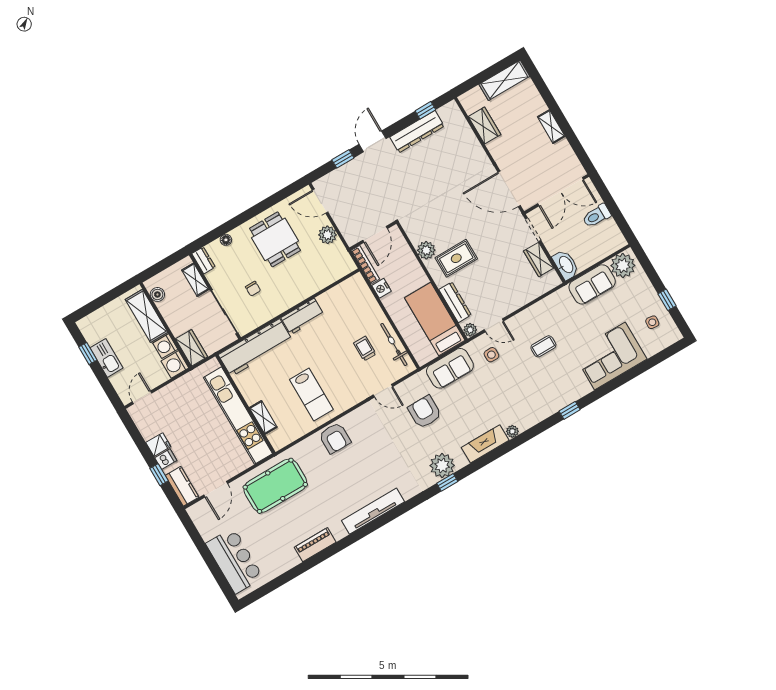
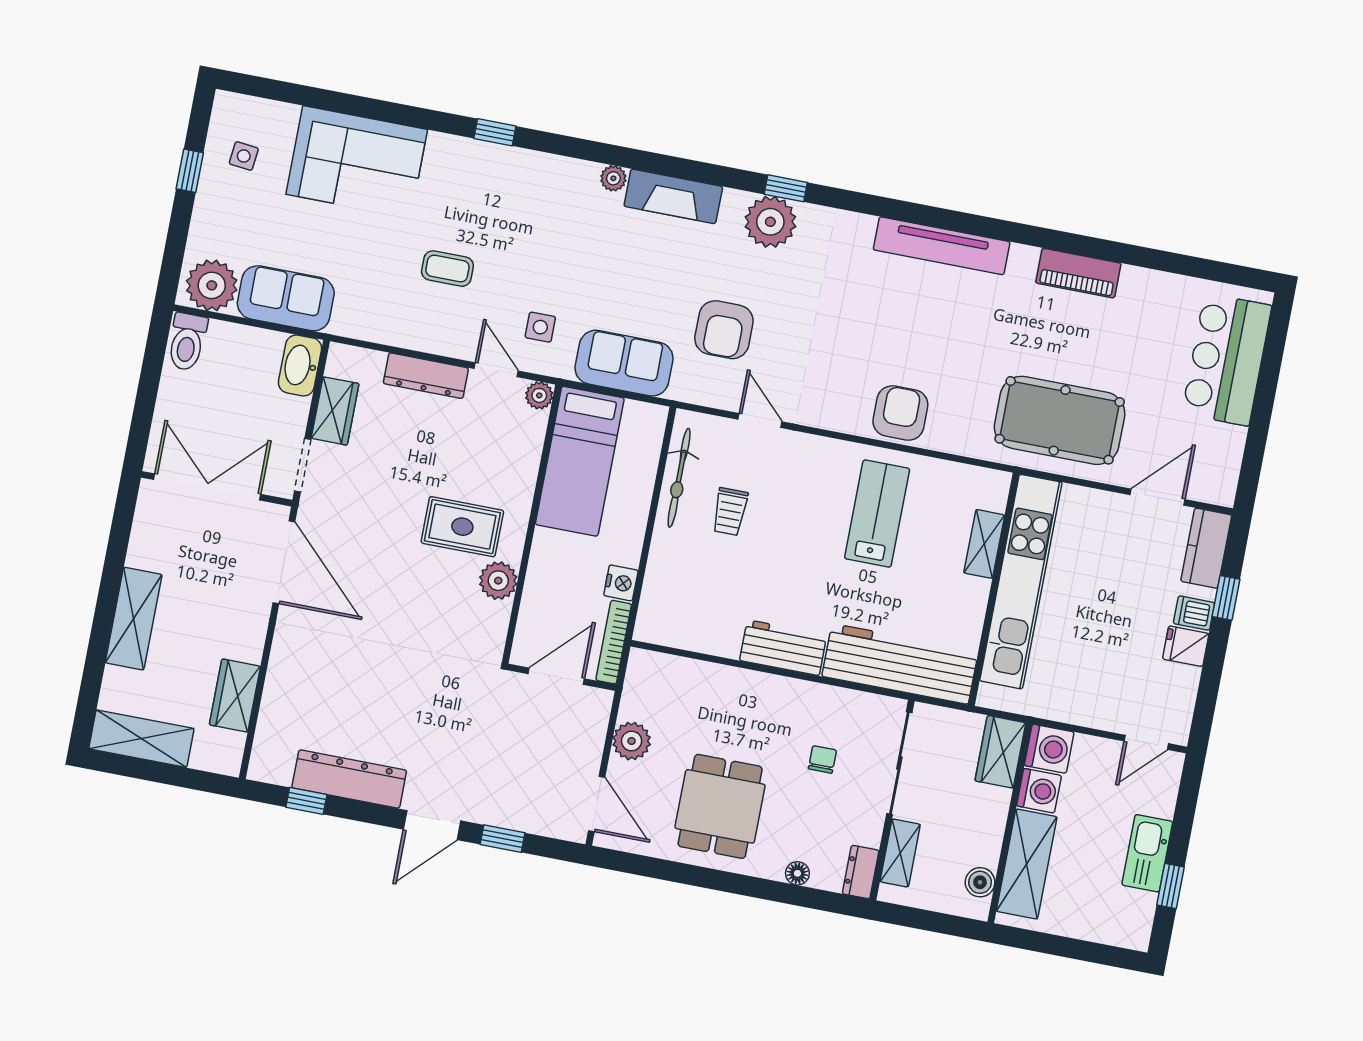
shelving: (551, 127) -> (134, 619), width x1.50, depth x1.33
toilet: (597, 216) -> (187, 342), moved, turned 90
dresser: (455, 302) -> (426, 376), moved, turned -90

